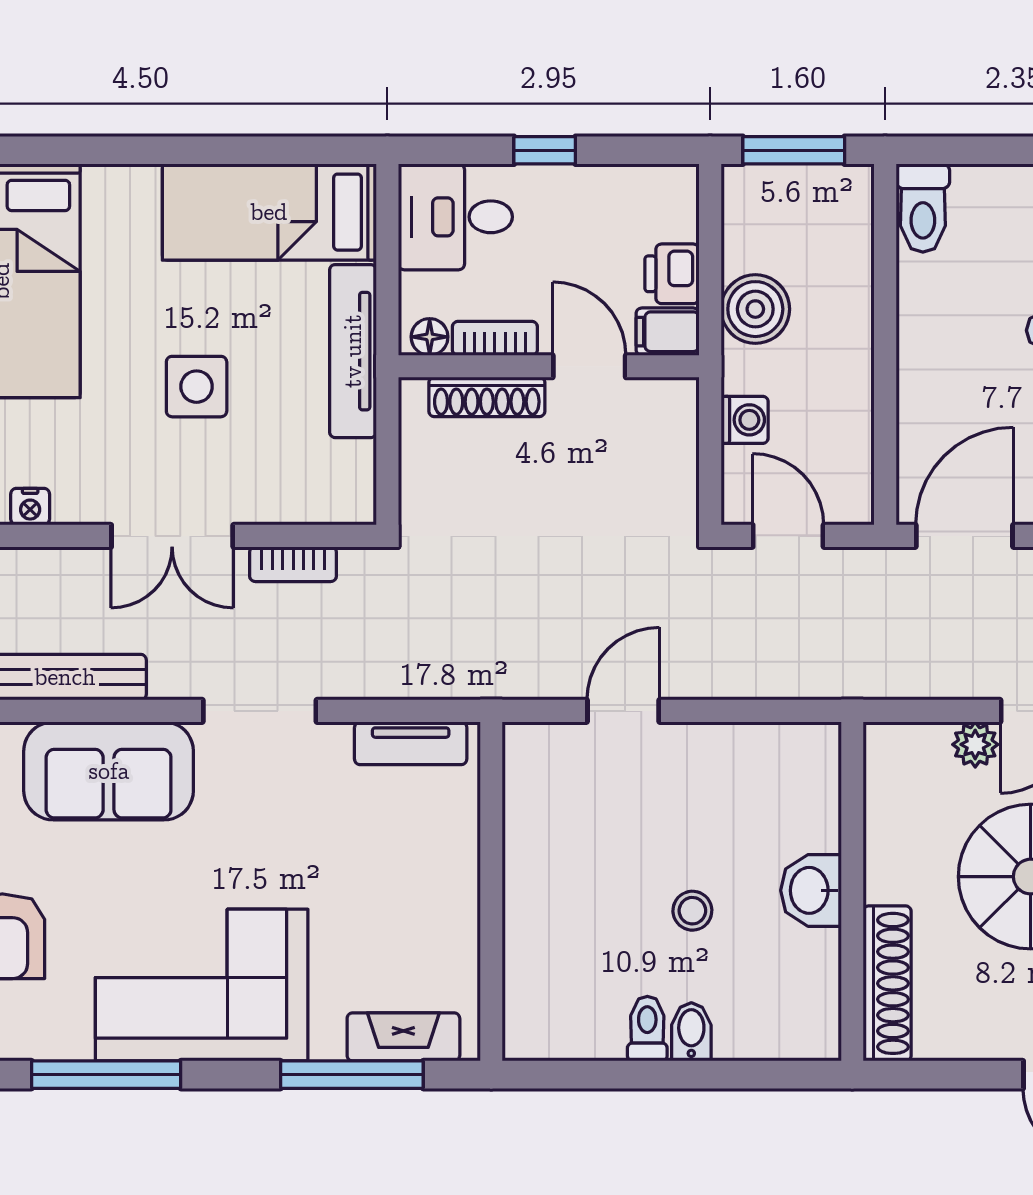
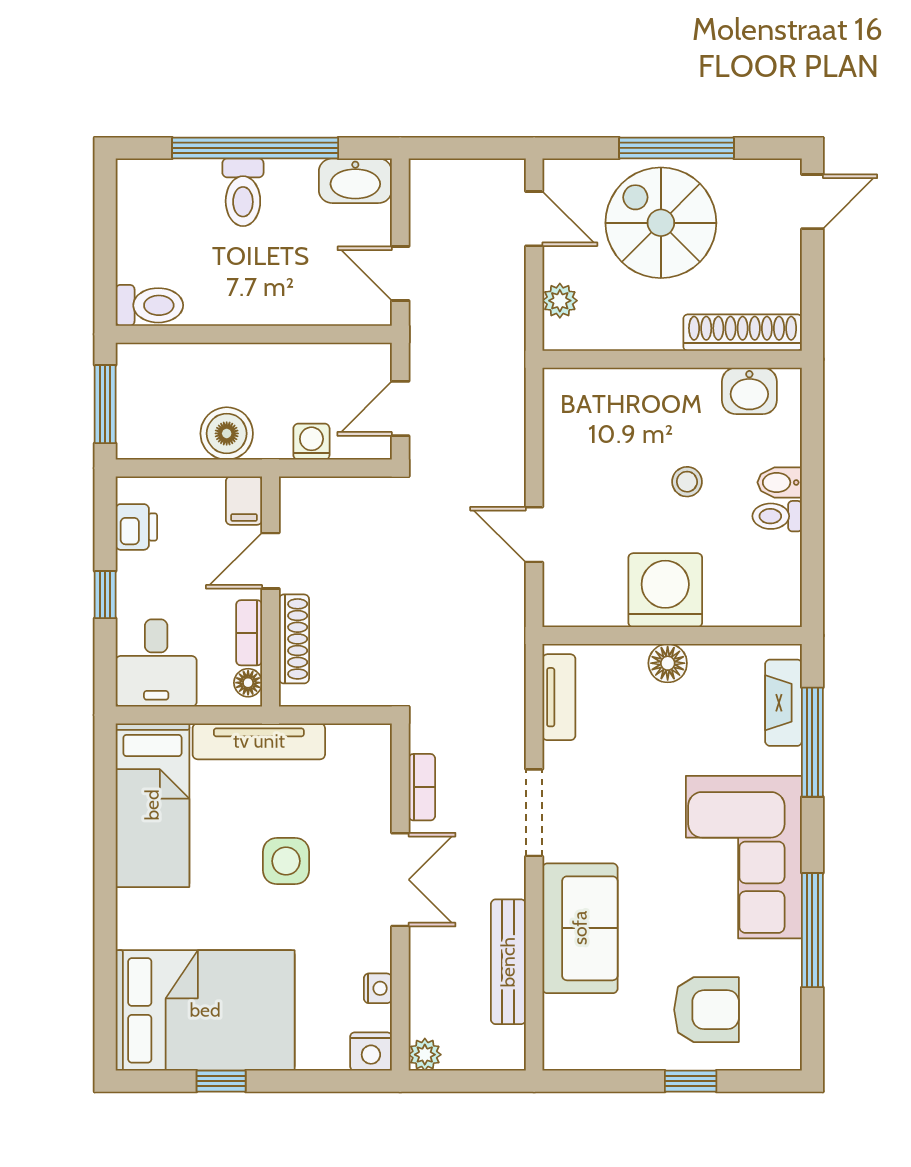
printer: (672, 274) -> (136, 527), moved, turned -90
door: (964, 536) -> (400, 274), width x0.73
plant: (975, 744) -> (560, 301), moved
washing machine: (551, 882) -> (665, 590), added
floor lamp: (455, 885) -> (668, 663), added
washbasin: (811, 890) -> (749, 391), moved

